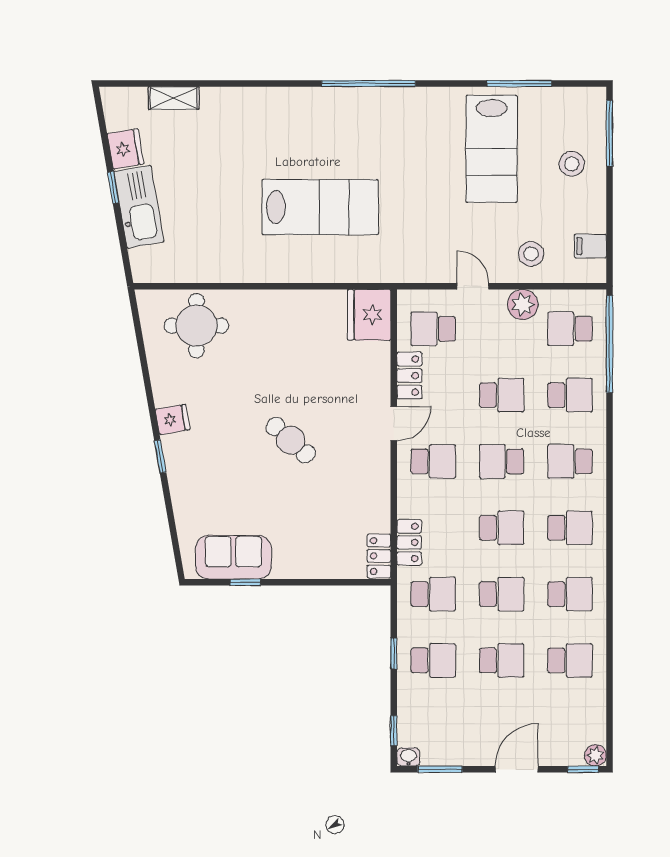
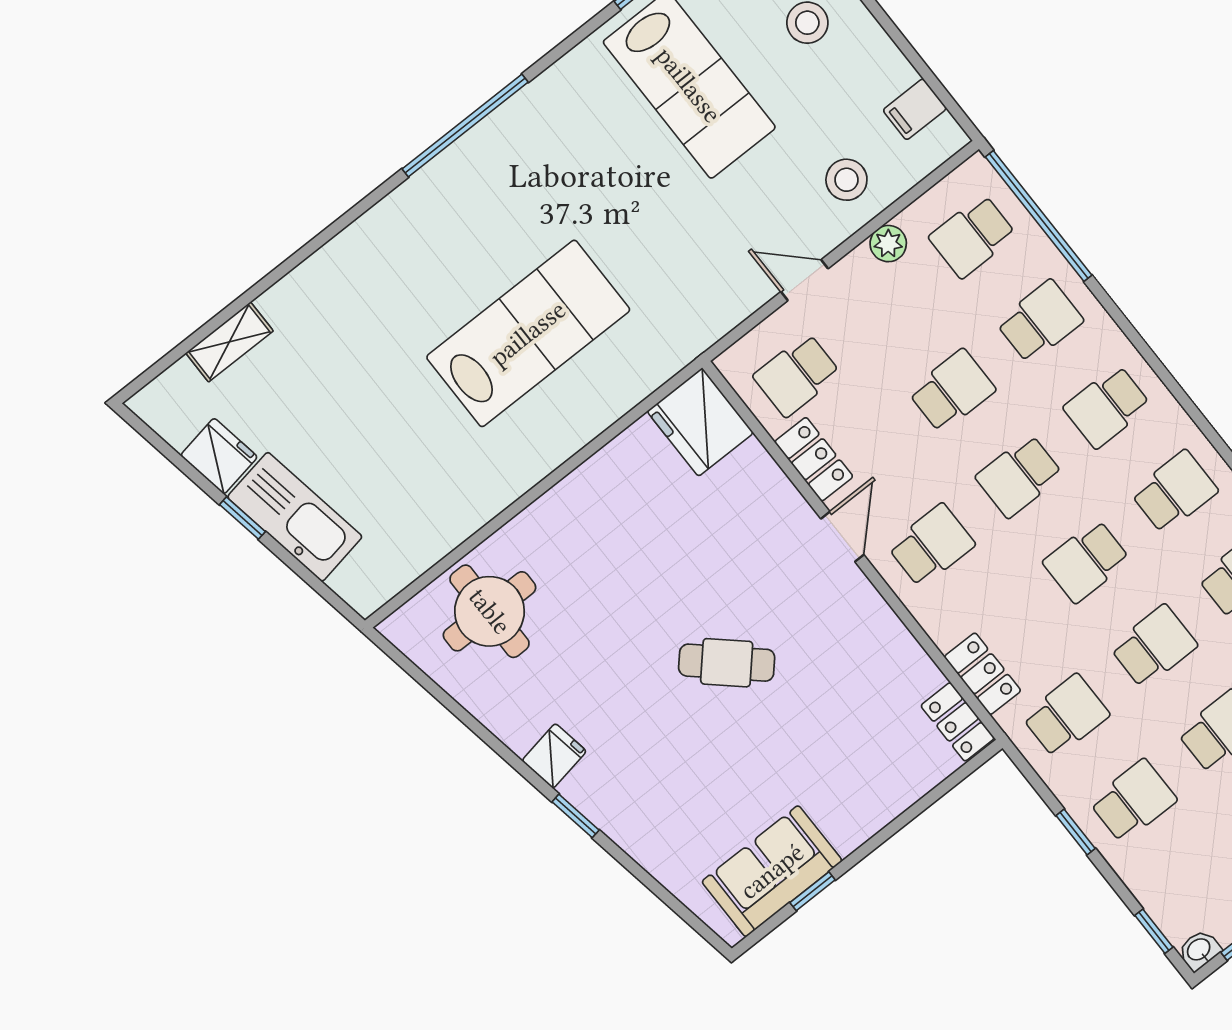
plant: (523, 304) -> (888, 244), width x0.73, depth x0.73
school desk: (502, 528) -> (1086, 561), turned 180

